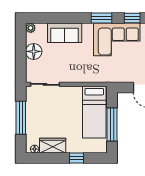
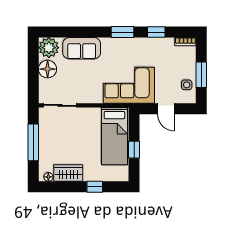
plant: (31, 28) -> (49, 48), width x1.87, depth x1.87
corner sofa: (117, 39) -> (129, 85), moved, turned 180
window: (112, 124) -> (134, 150), width x0.46

